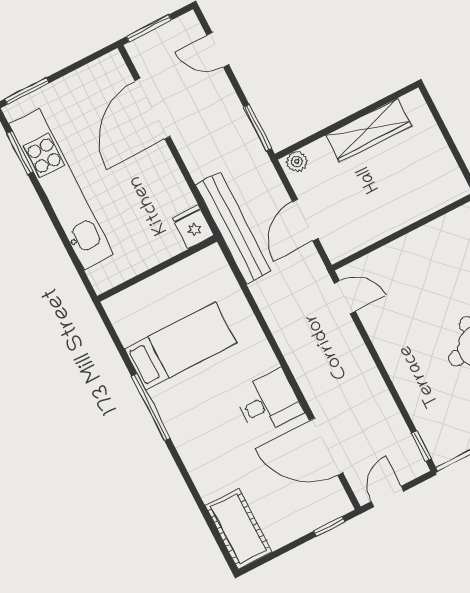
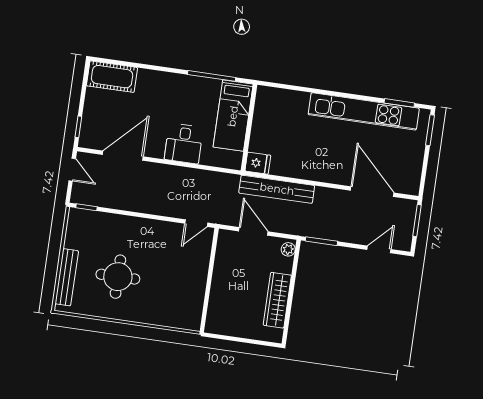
fridge: (193, 227) -> (258, 163), moved
wall: (157, 269) -> (249, 128), moved
desk: (268, 402) -> (184, 144), moved

